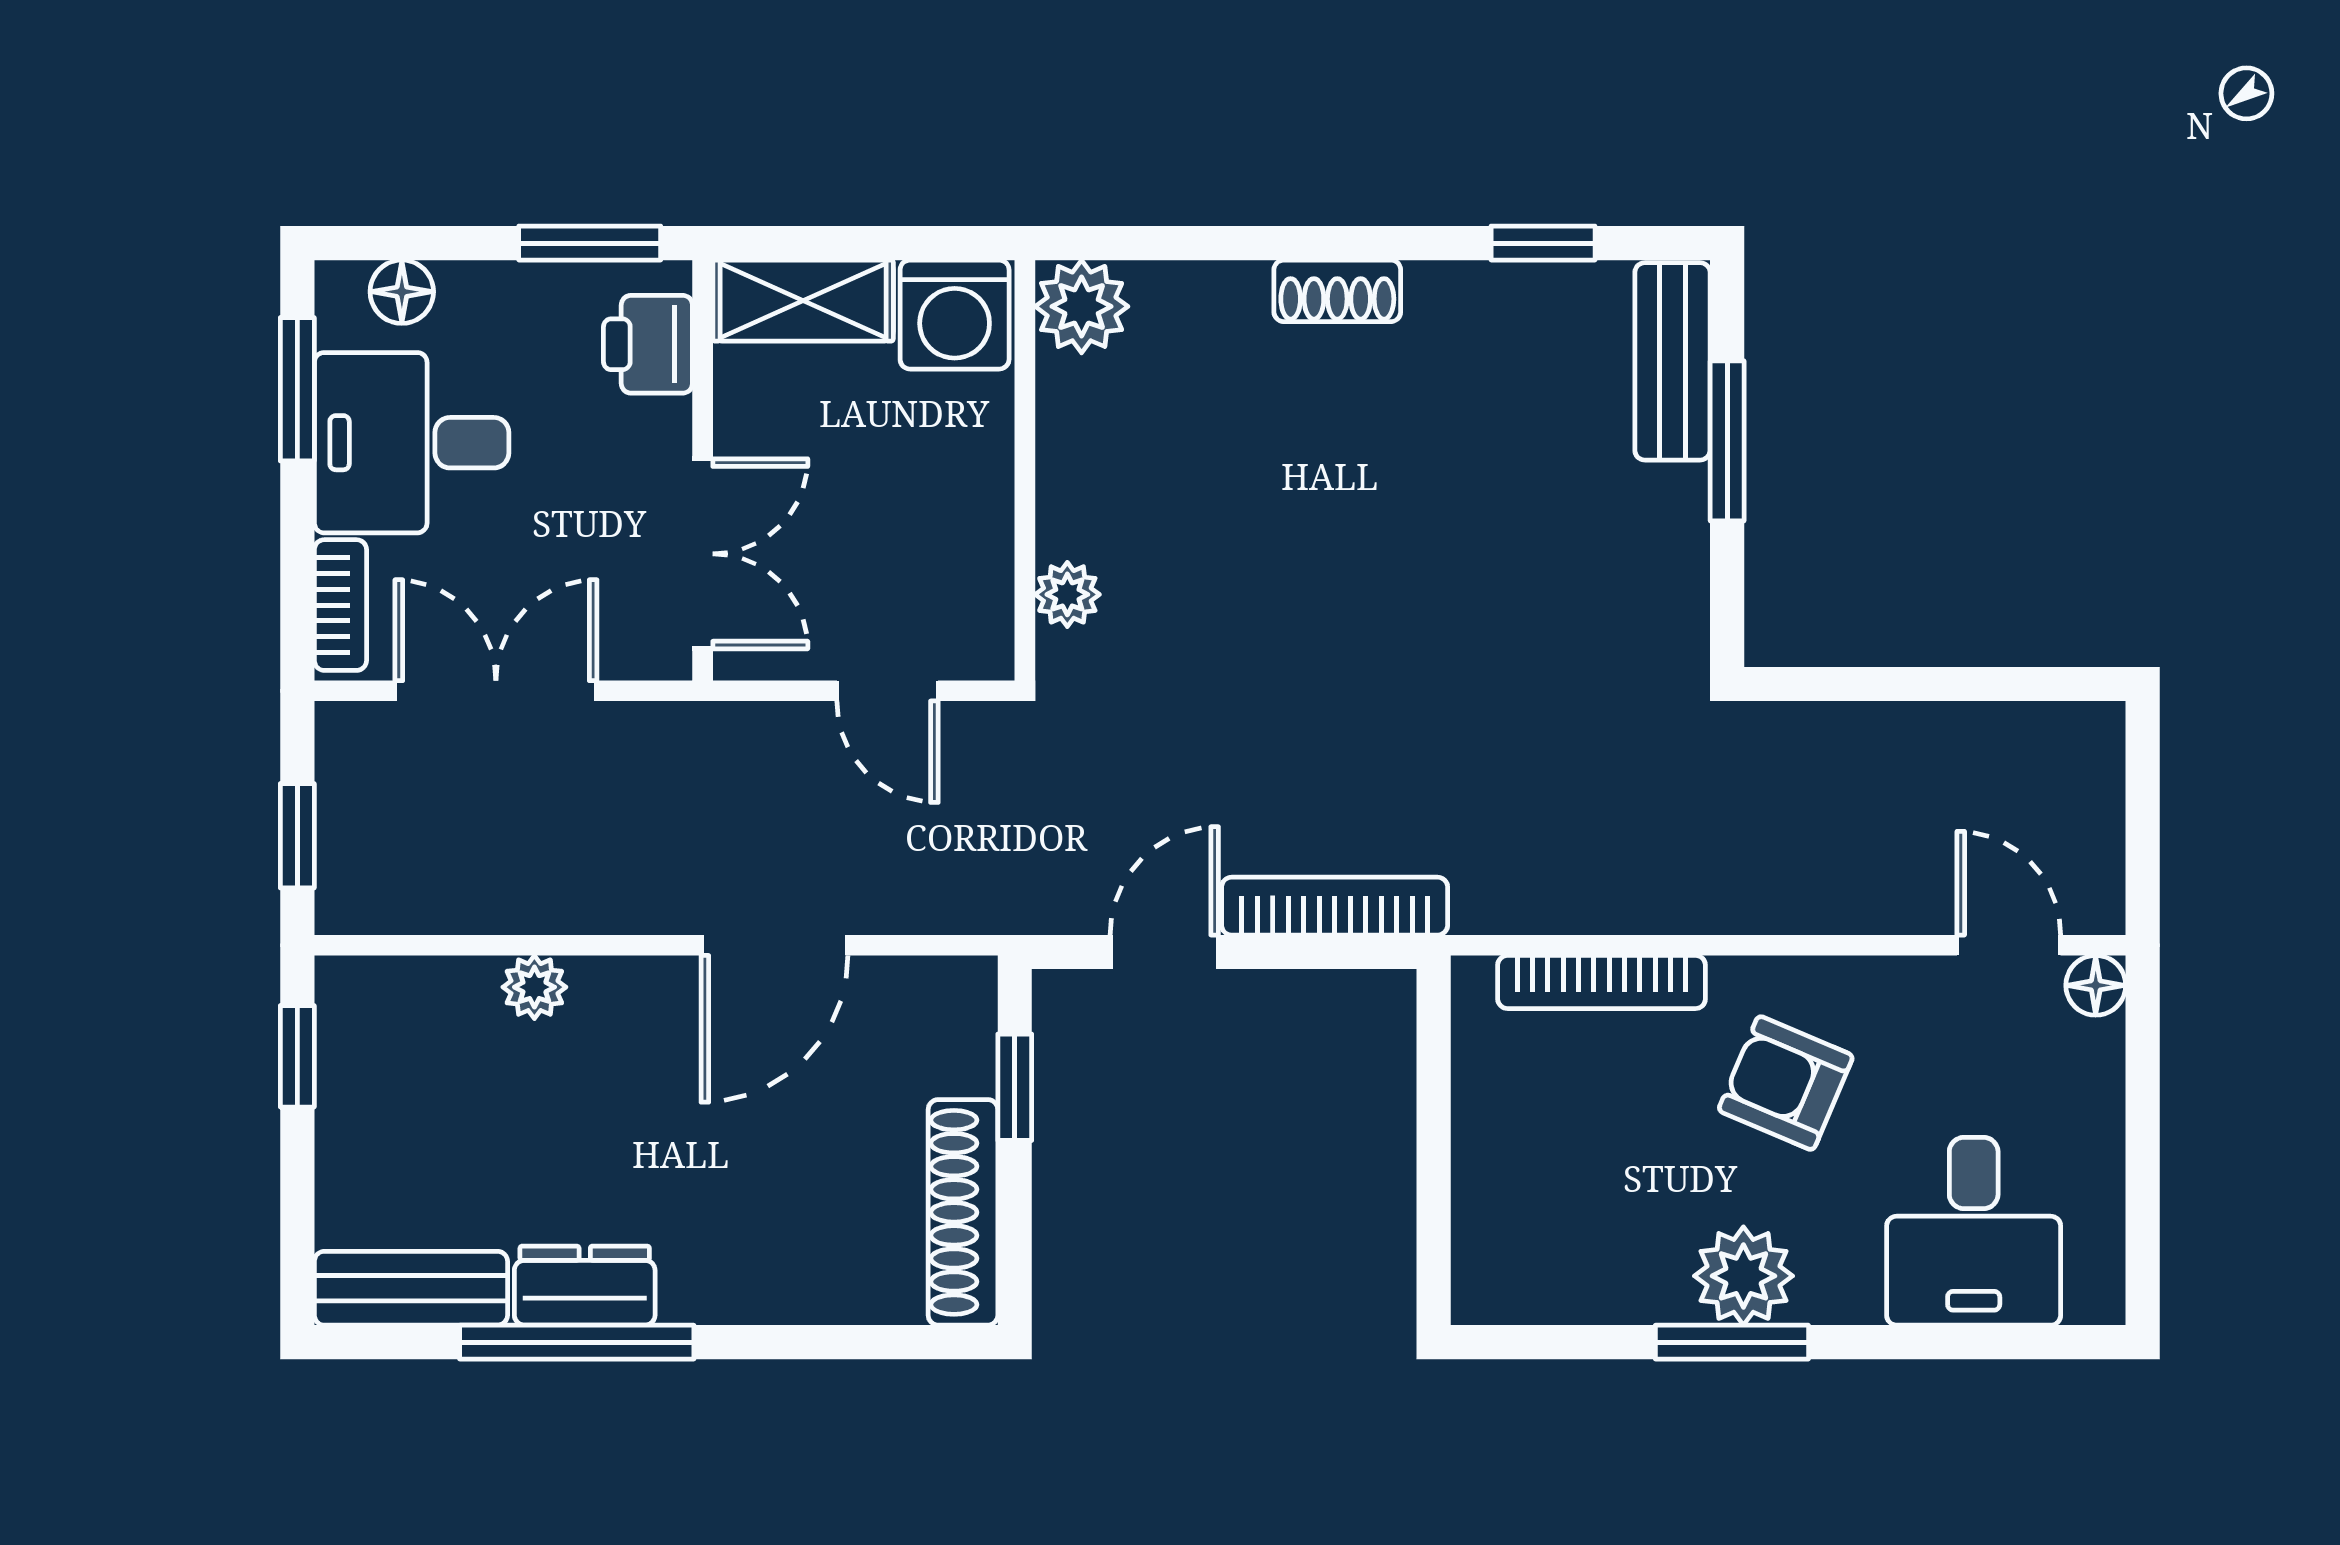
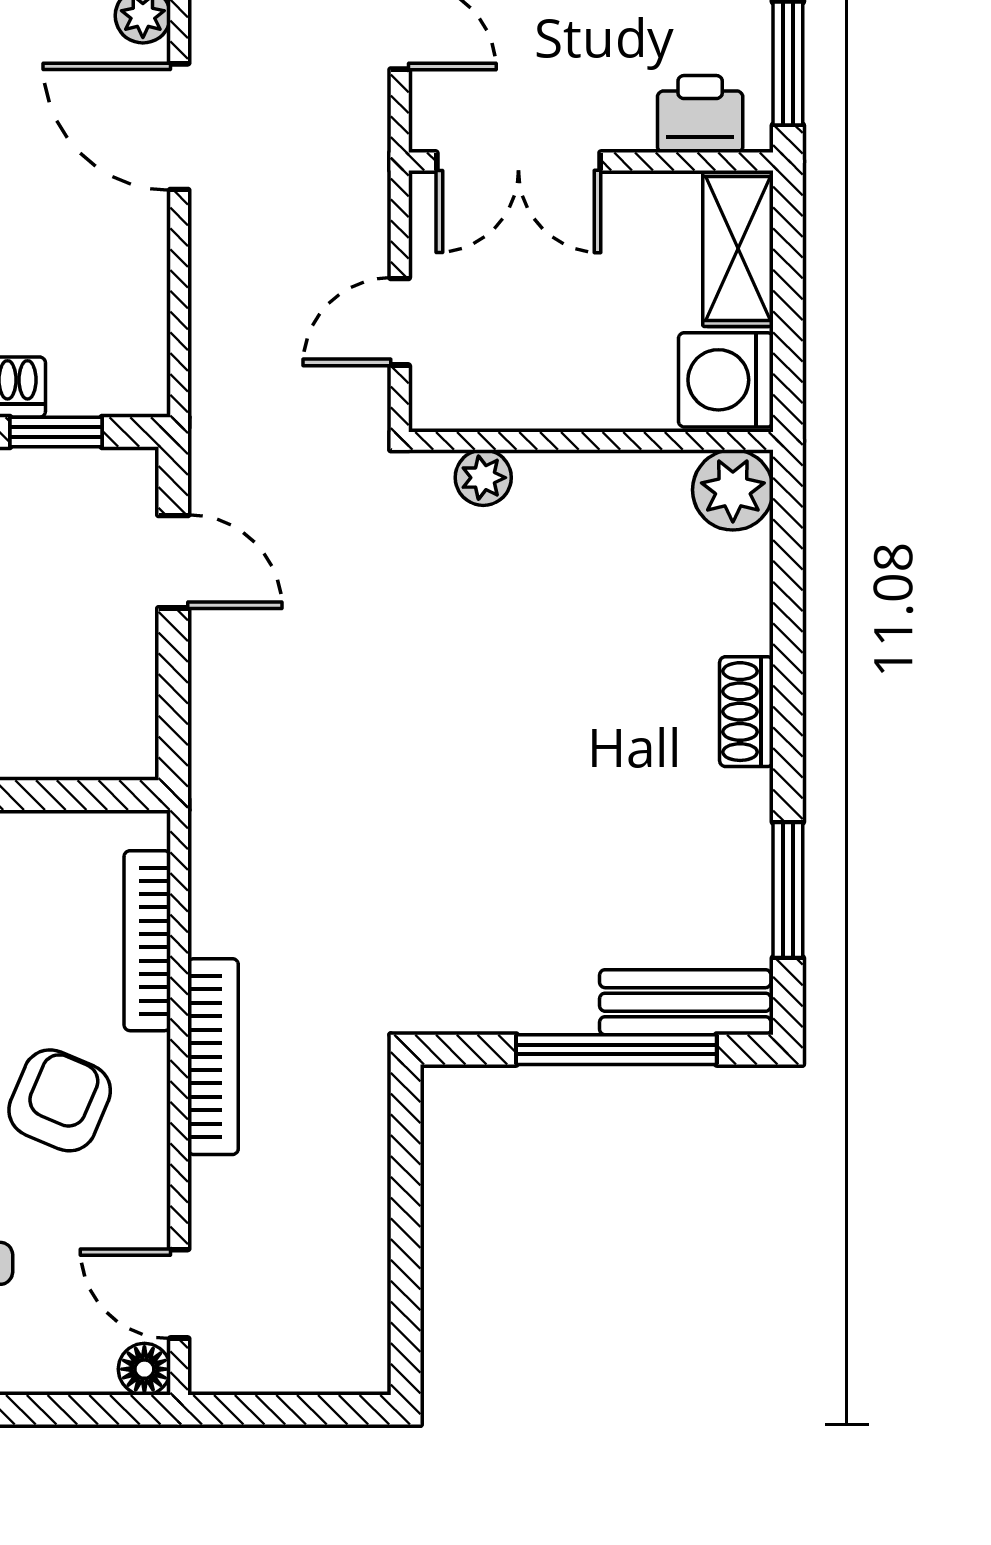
window: (1543, 243) -> (788, 890), width x1.50
window: (1727, 441) -> (616, 1050), width x1.44
bookcase: (1335, 906) -> (213, 1057), moved
door: (775, 945) -> (179, 127), moved
door: (2009, 945) -> (179, 1294), swing flipped

